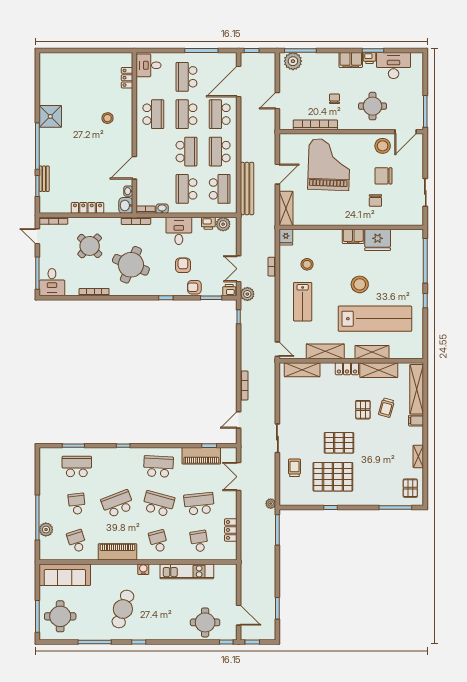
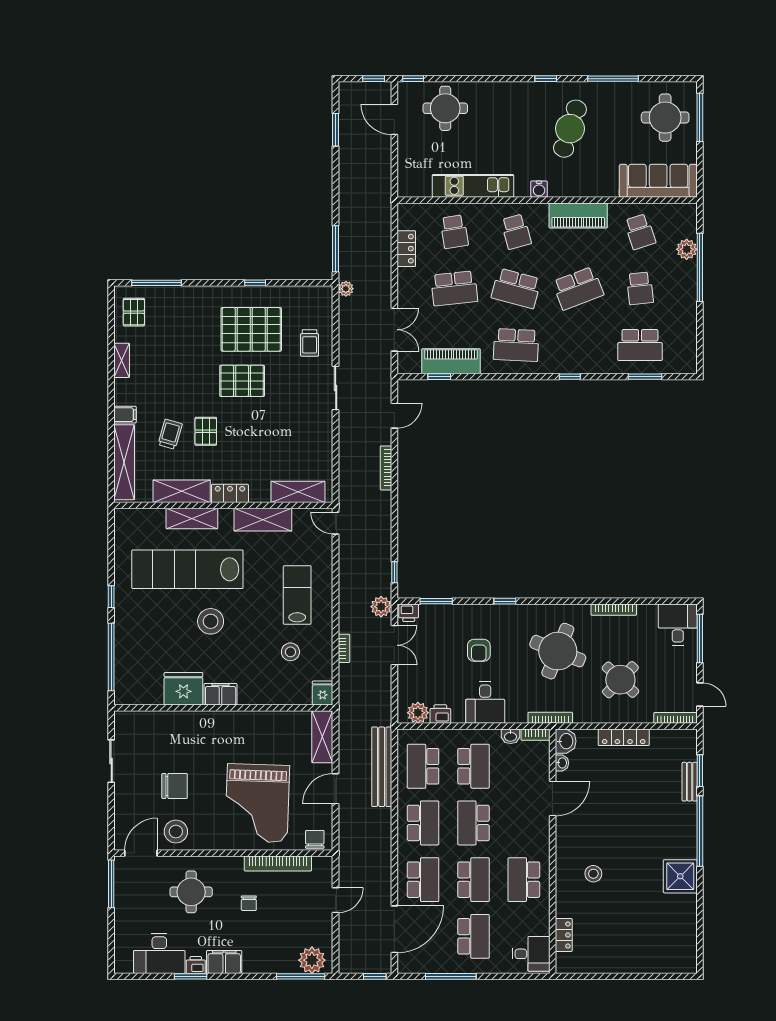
chair: (375, 200) -> (315, 839), moved
armchair: (194, 287) -> (461, 617), removed

